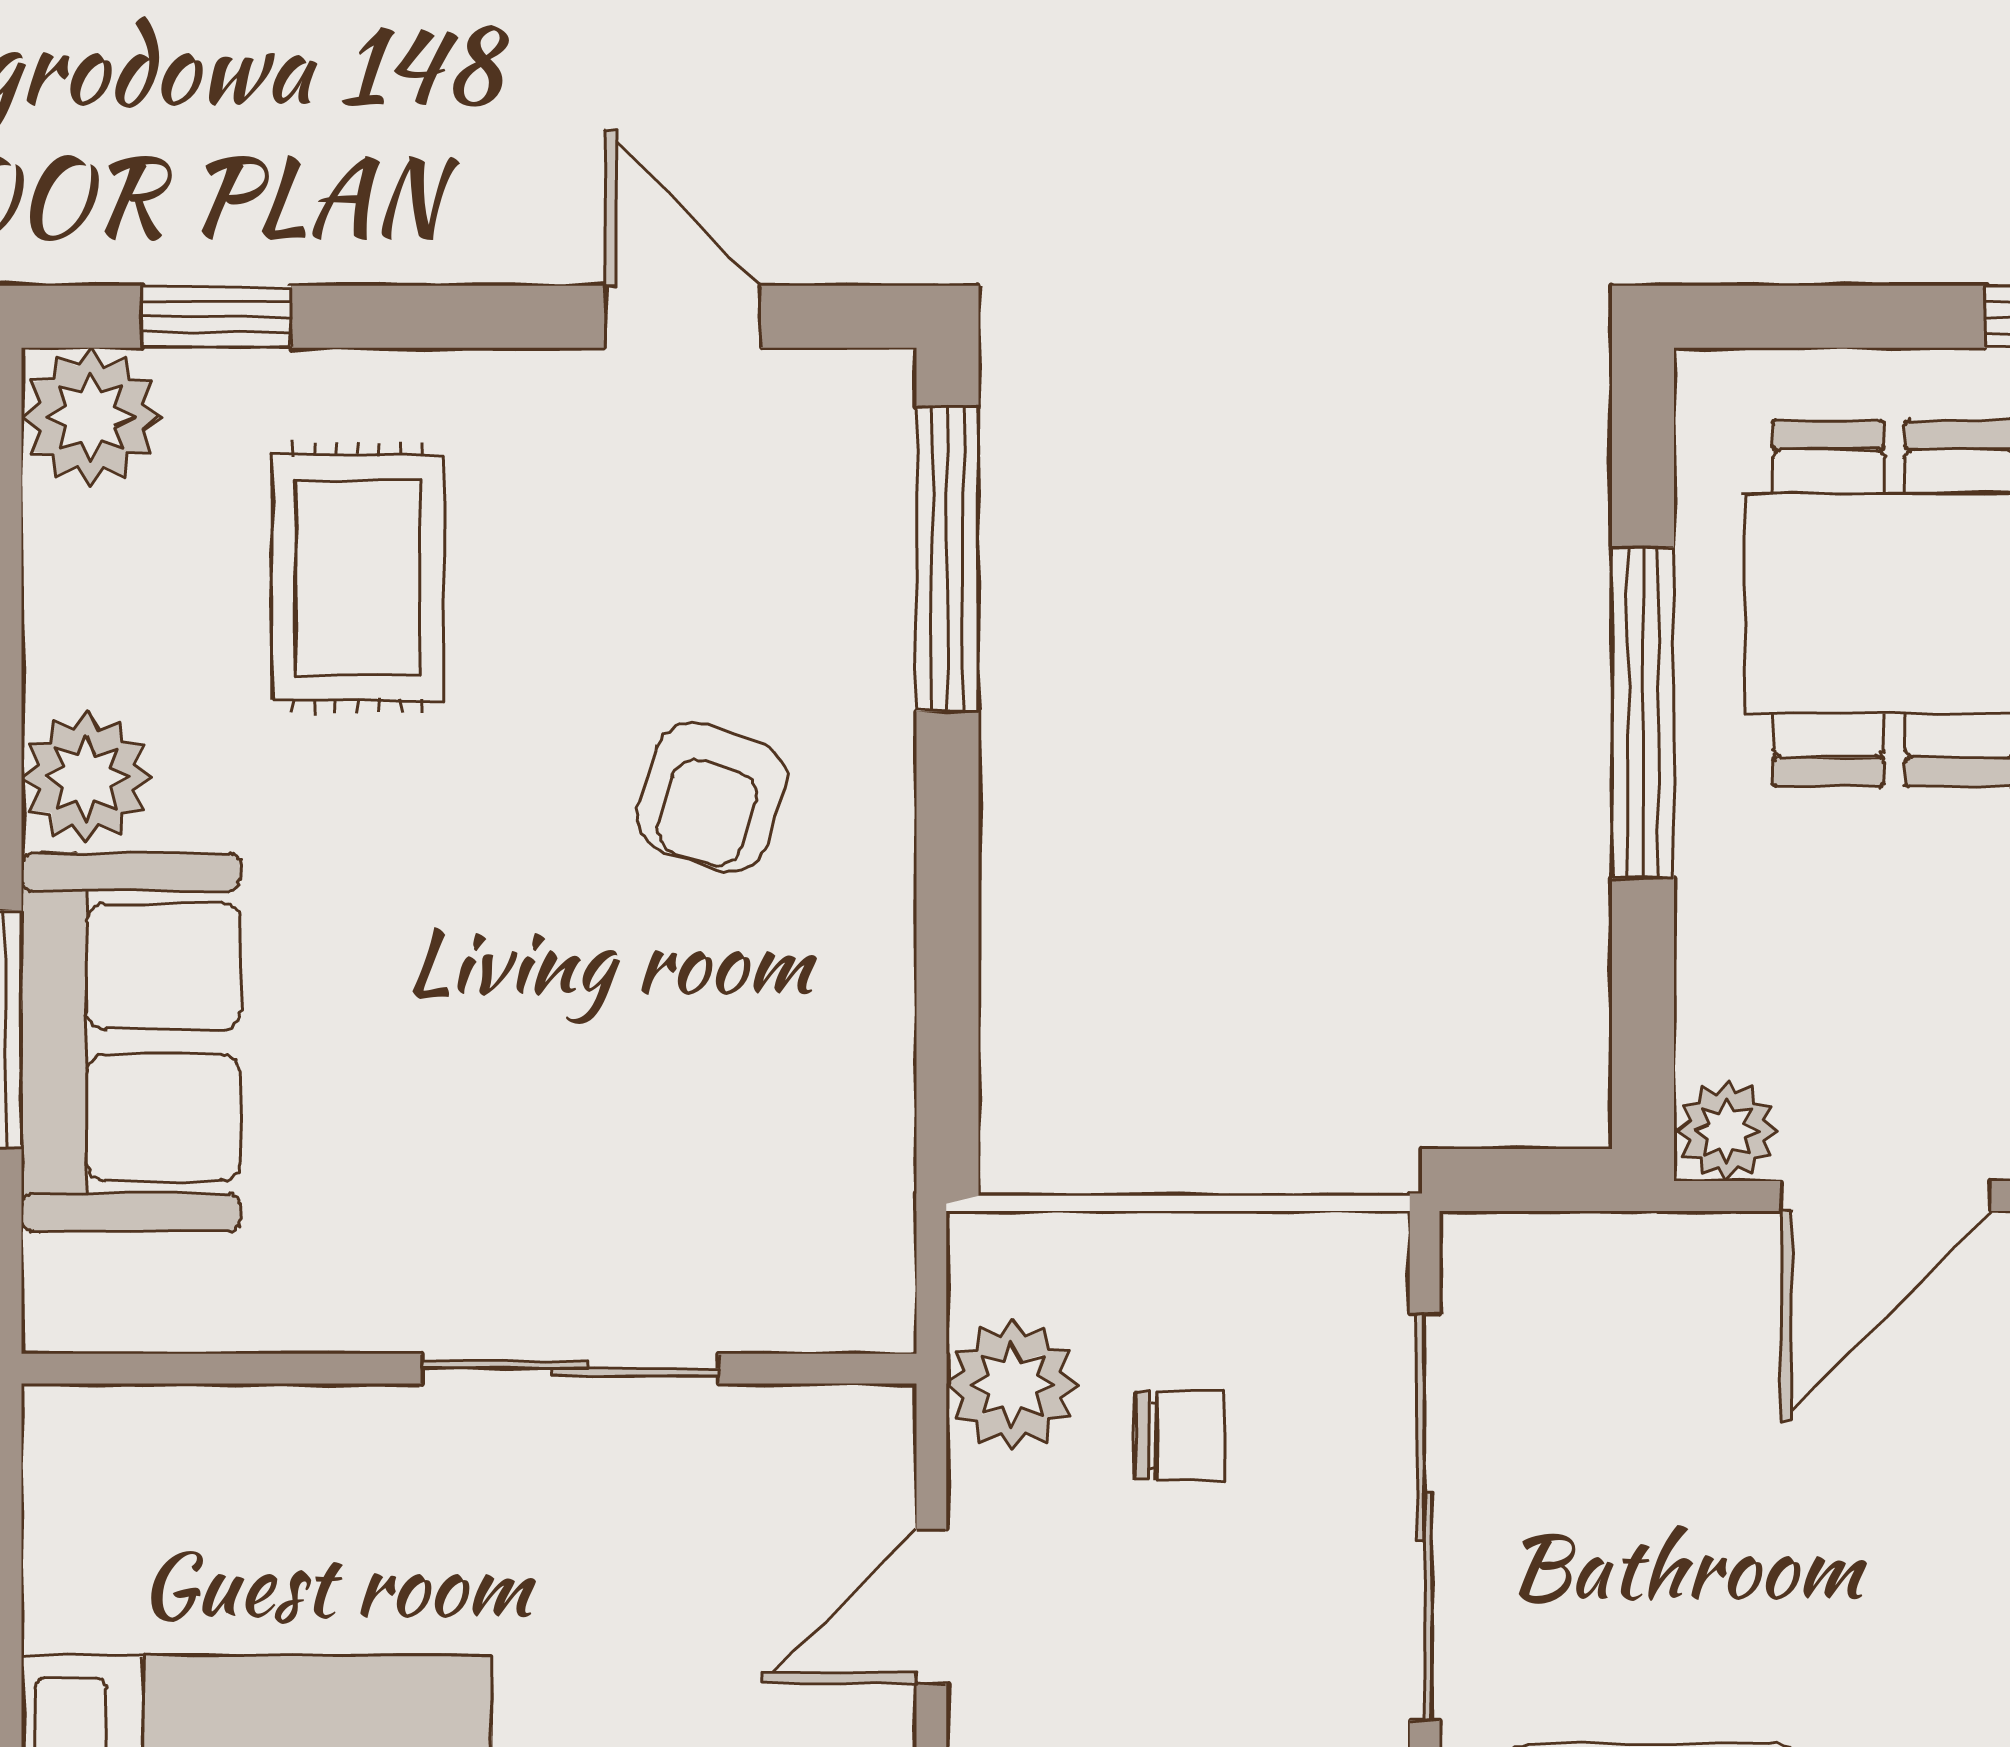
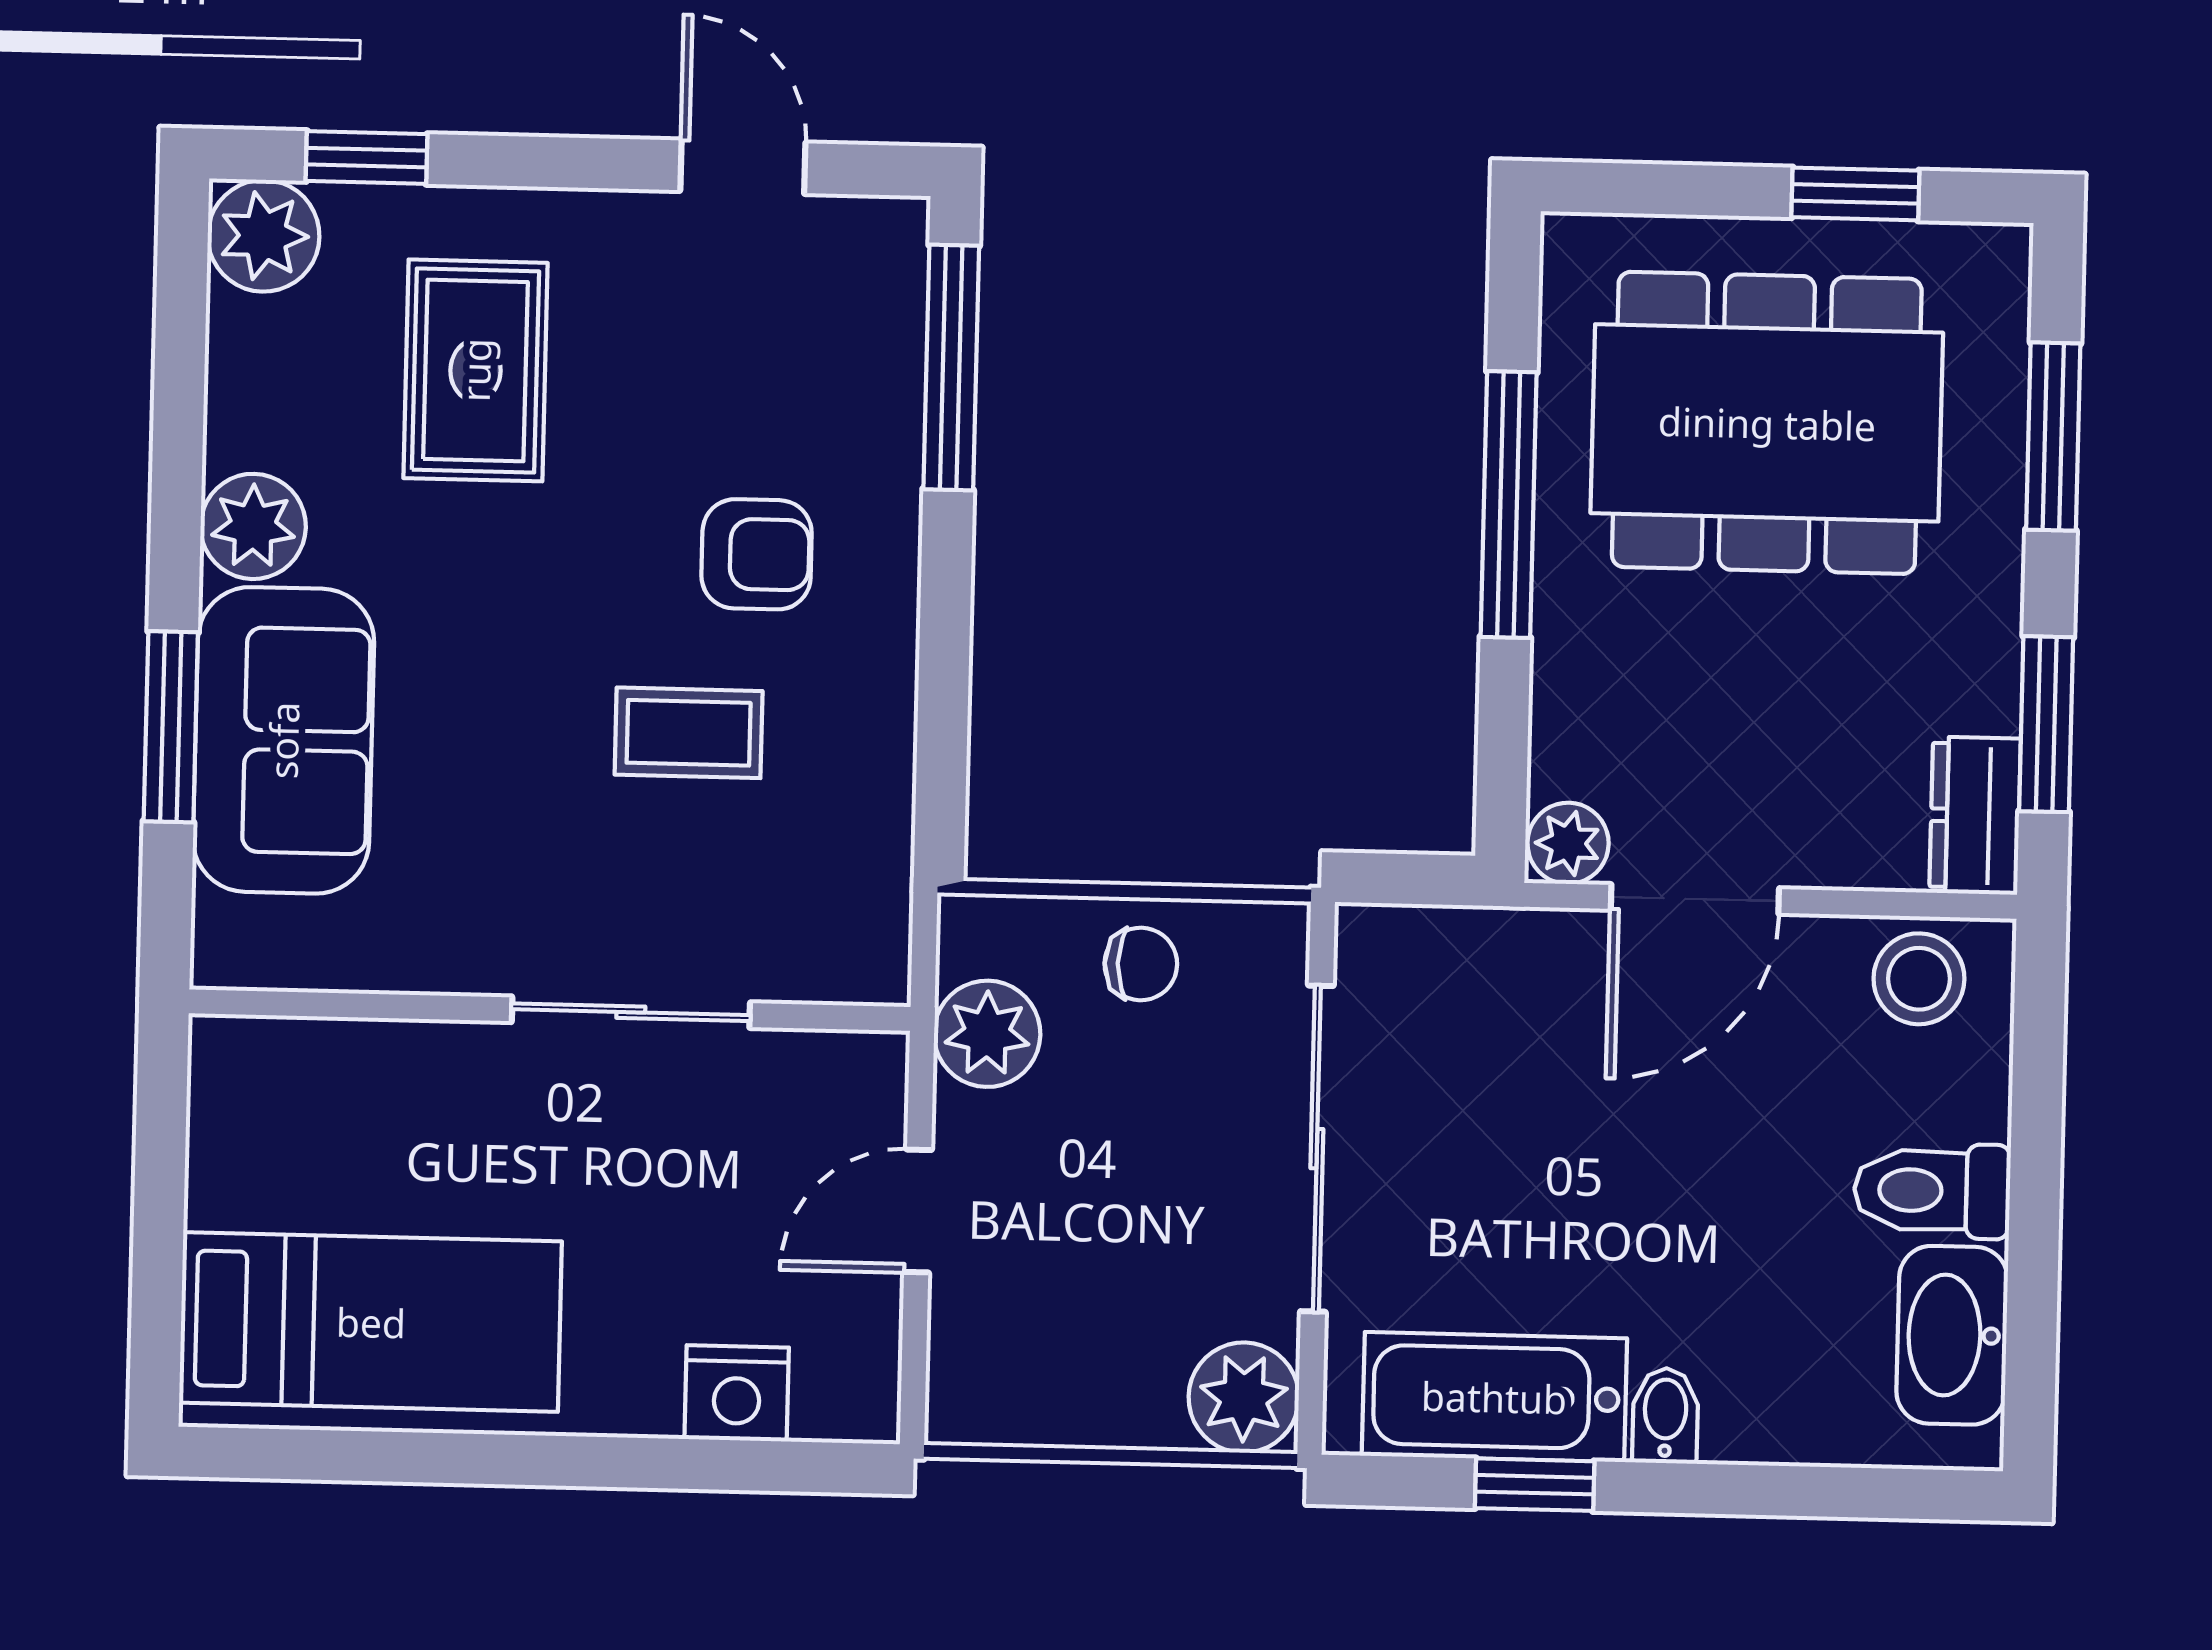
armchair: (712, 797) -> (757, 554), turned -108
coffee table: (633, 1020) -> (689, 733), added
chair: (1180, 1435) -> (1141, 964), moved

